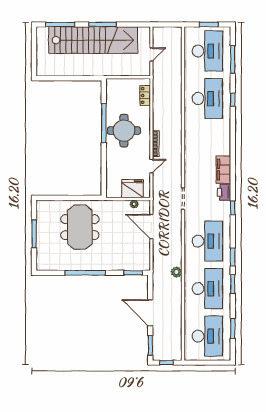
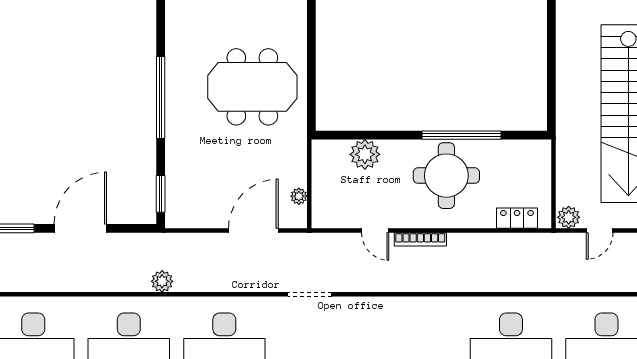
door: (151, 54) -> (600, 231), hinge flipped
plant: (145, 70) -> (569, 217), added
plant: (113, 171) -> (365, 154), added
fridge: (132, 189) -> (330, 193), removed

